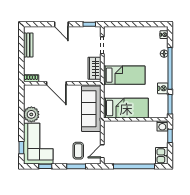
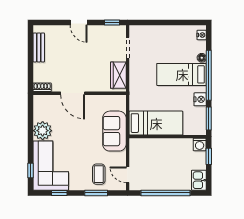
bed: (124, 75) -> (182, 74), moved, turned 180
sofa: (91, 109) -> (114, 131), width x0.73
door: (102, 151) -> (128, 175), hinge flipped

